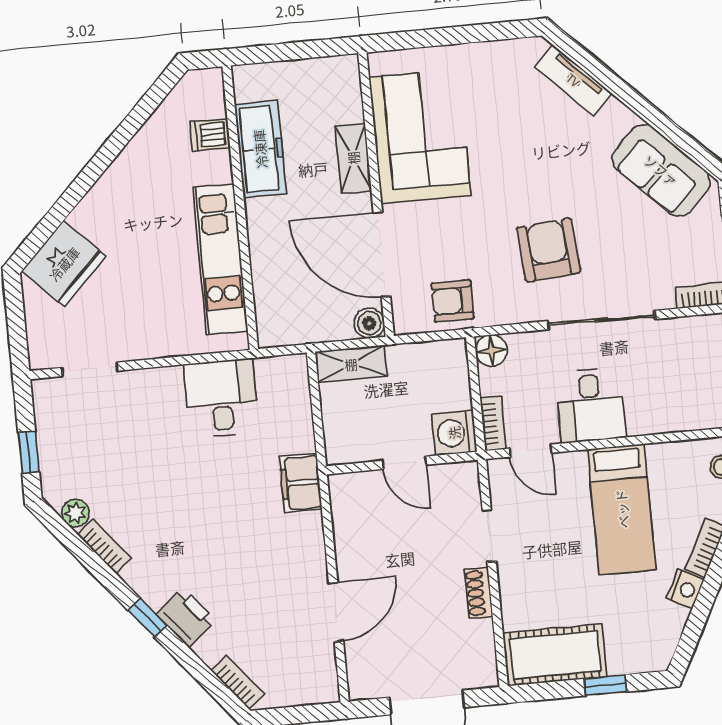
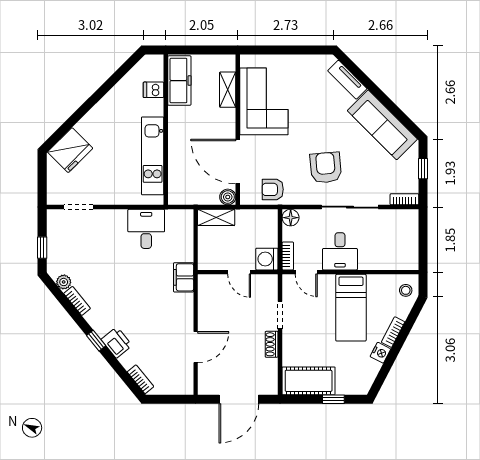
freezer: (260, 149) -> (179, 81), moved
shelving: (353, 158) -> (228, 90), moved
sofa: (661, 170) -> (382, 125), width x1.36

